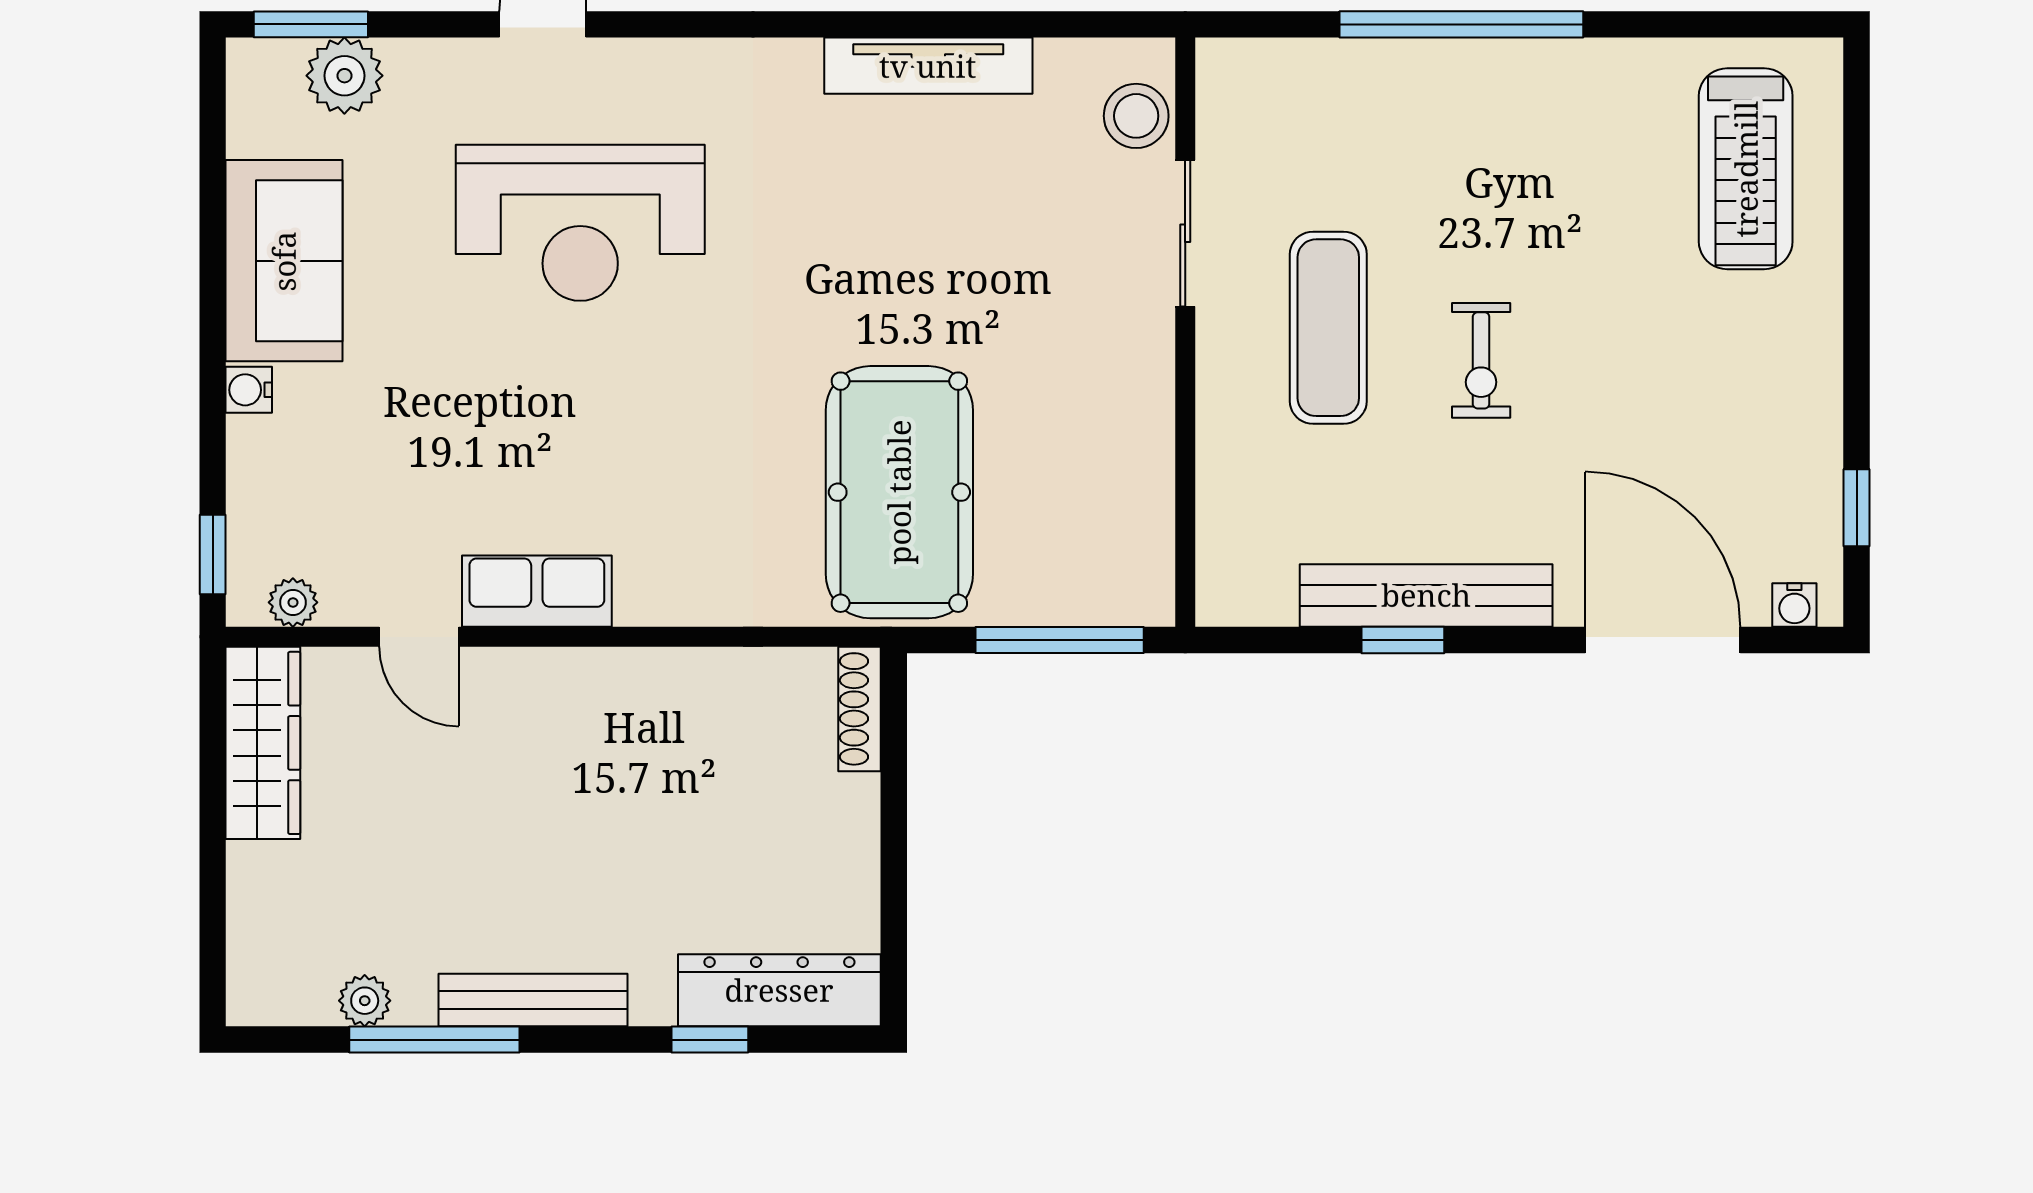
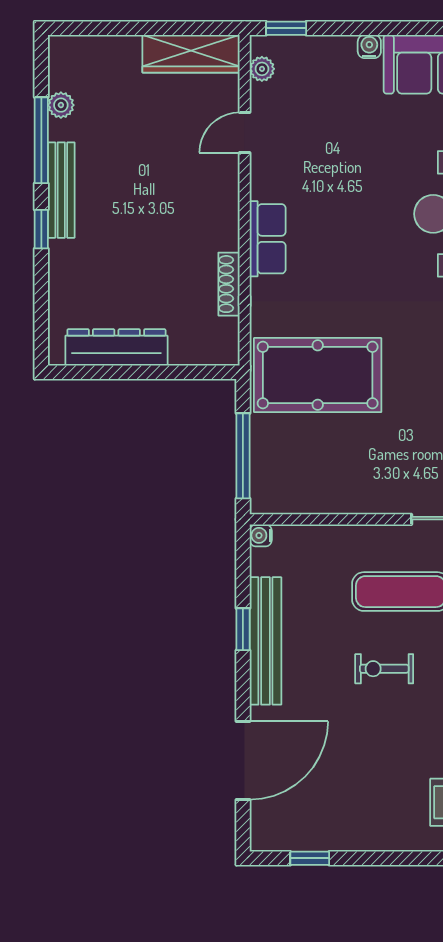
row of seats: (537, 591) -> (268, 239), moved
water cooler: (1794, 605) -> (261, 535), moved
shoe rack: (859, 709) -> (229, 284), moved, turned -90
dresser: (779, 990) -> (116, 347), moved, turned -90
window: (710, 1040) -> (41, 229), moved

